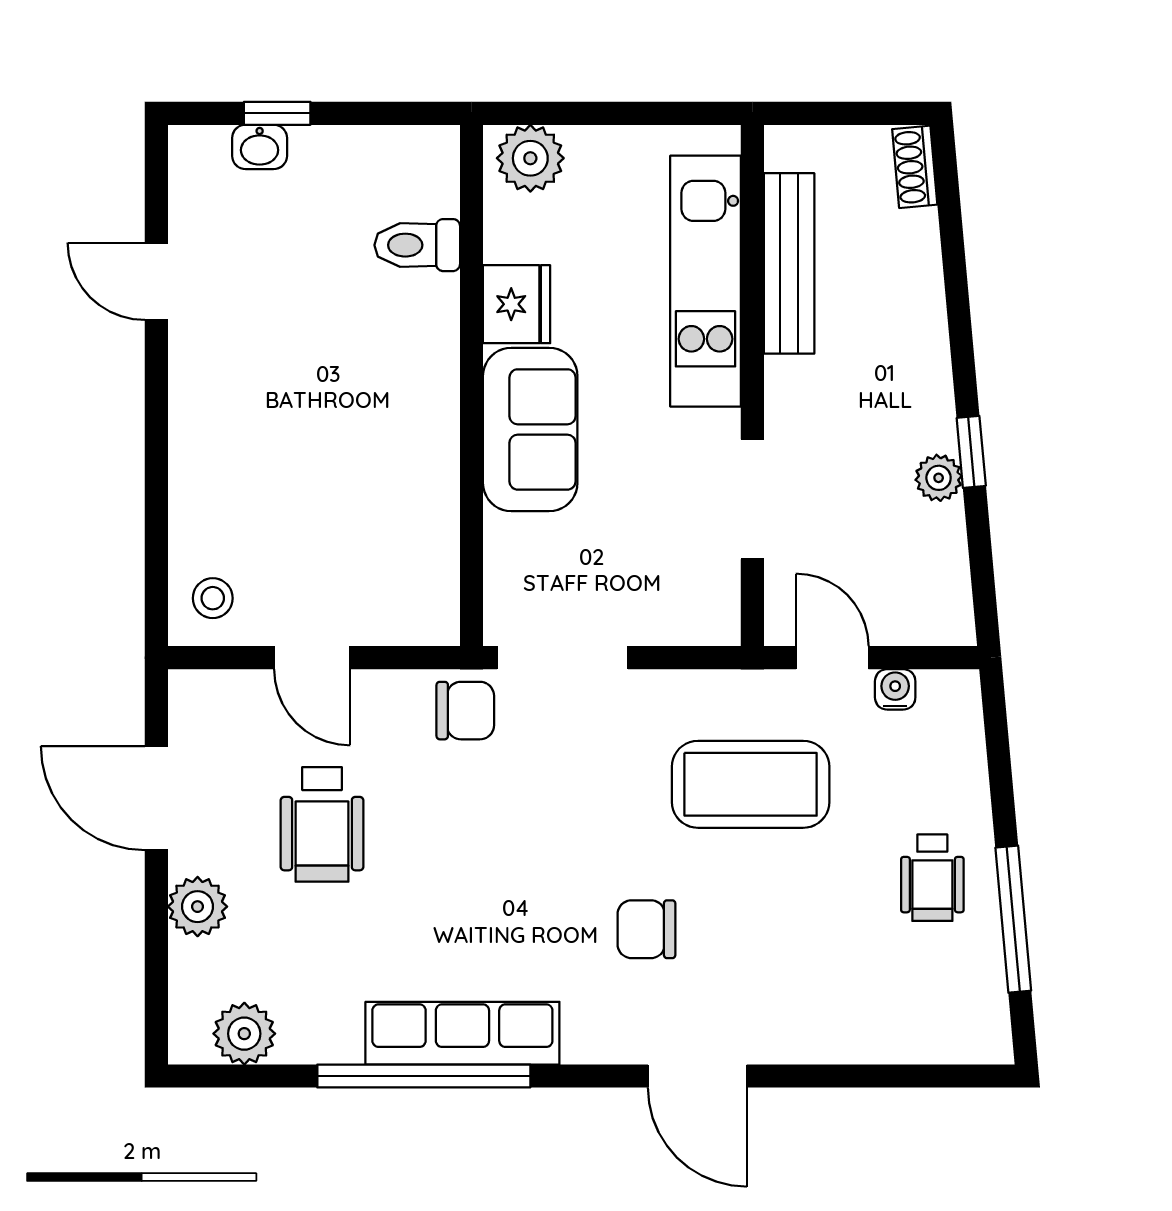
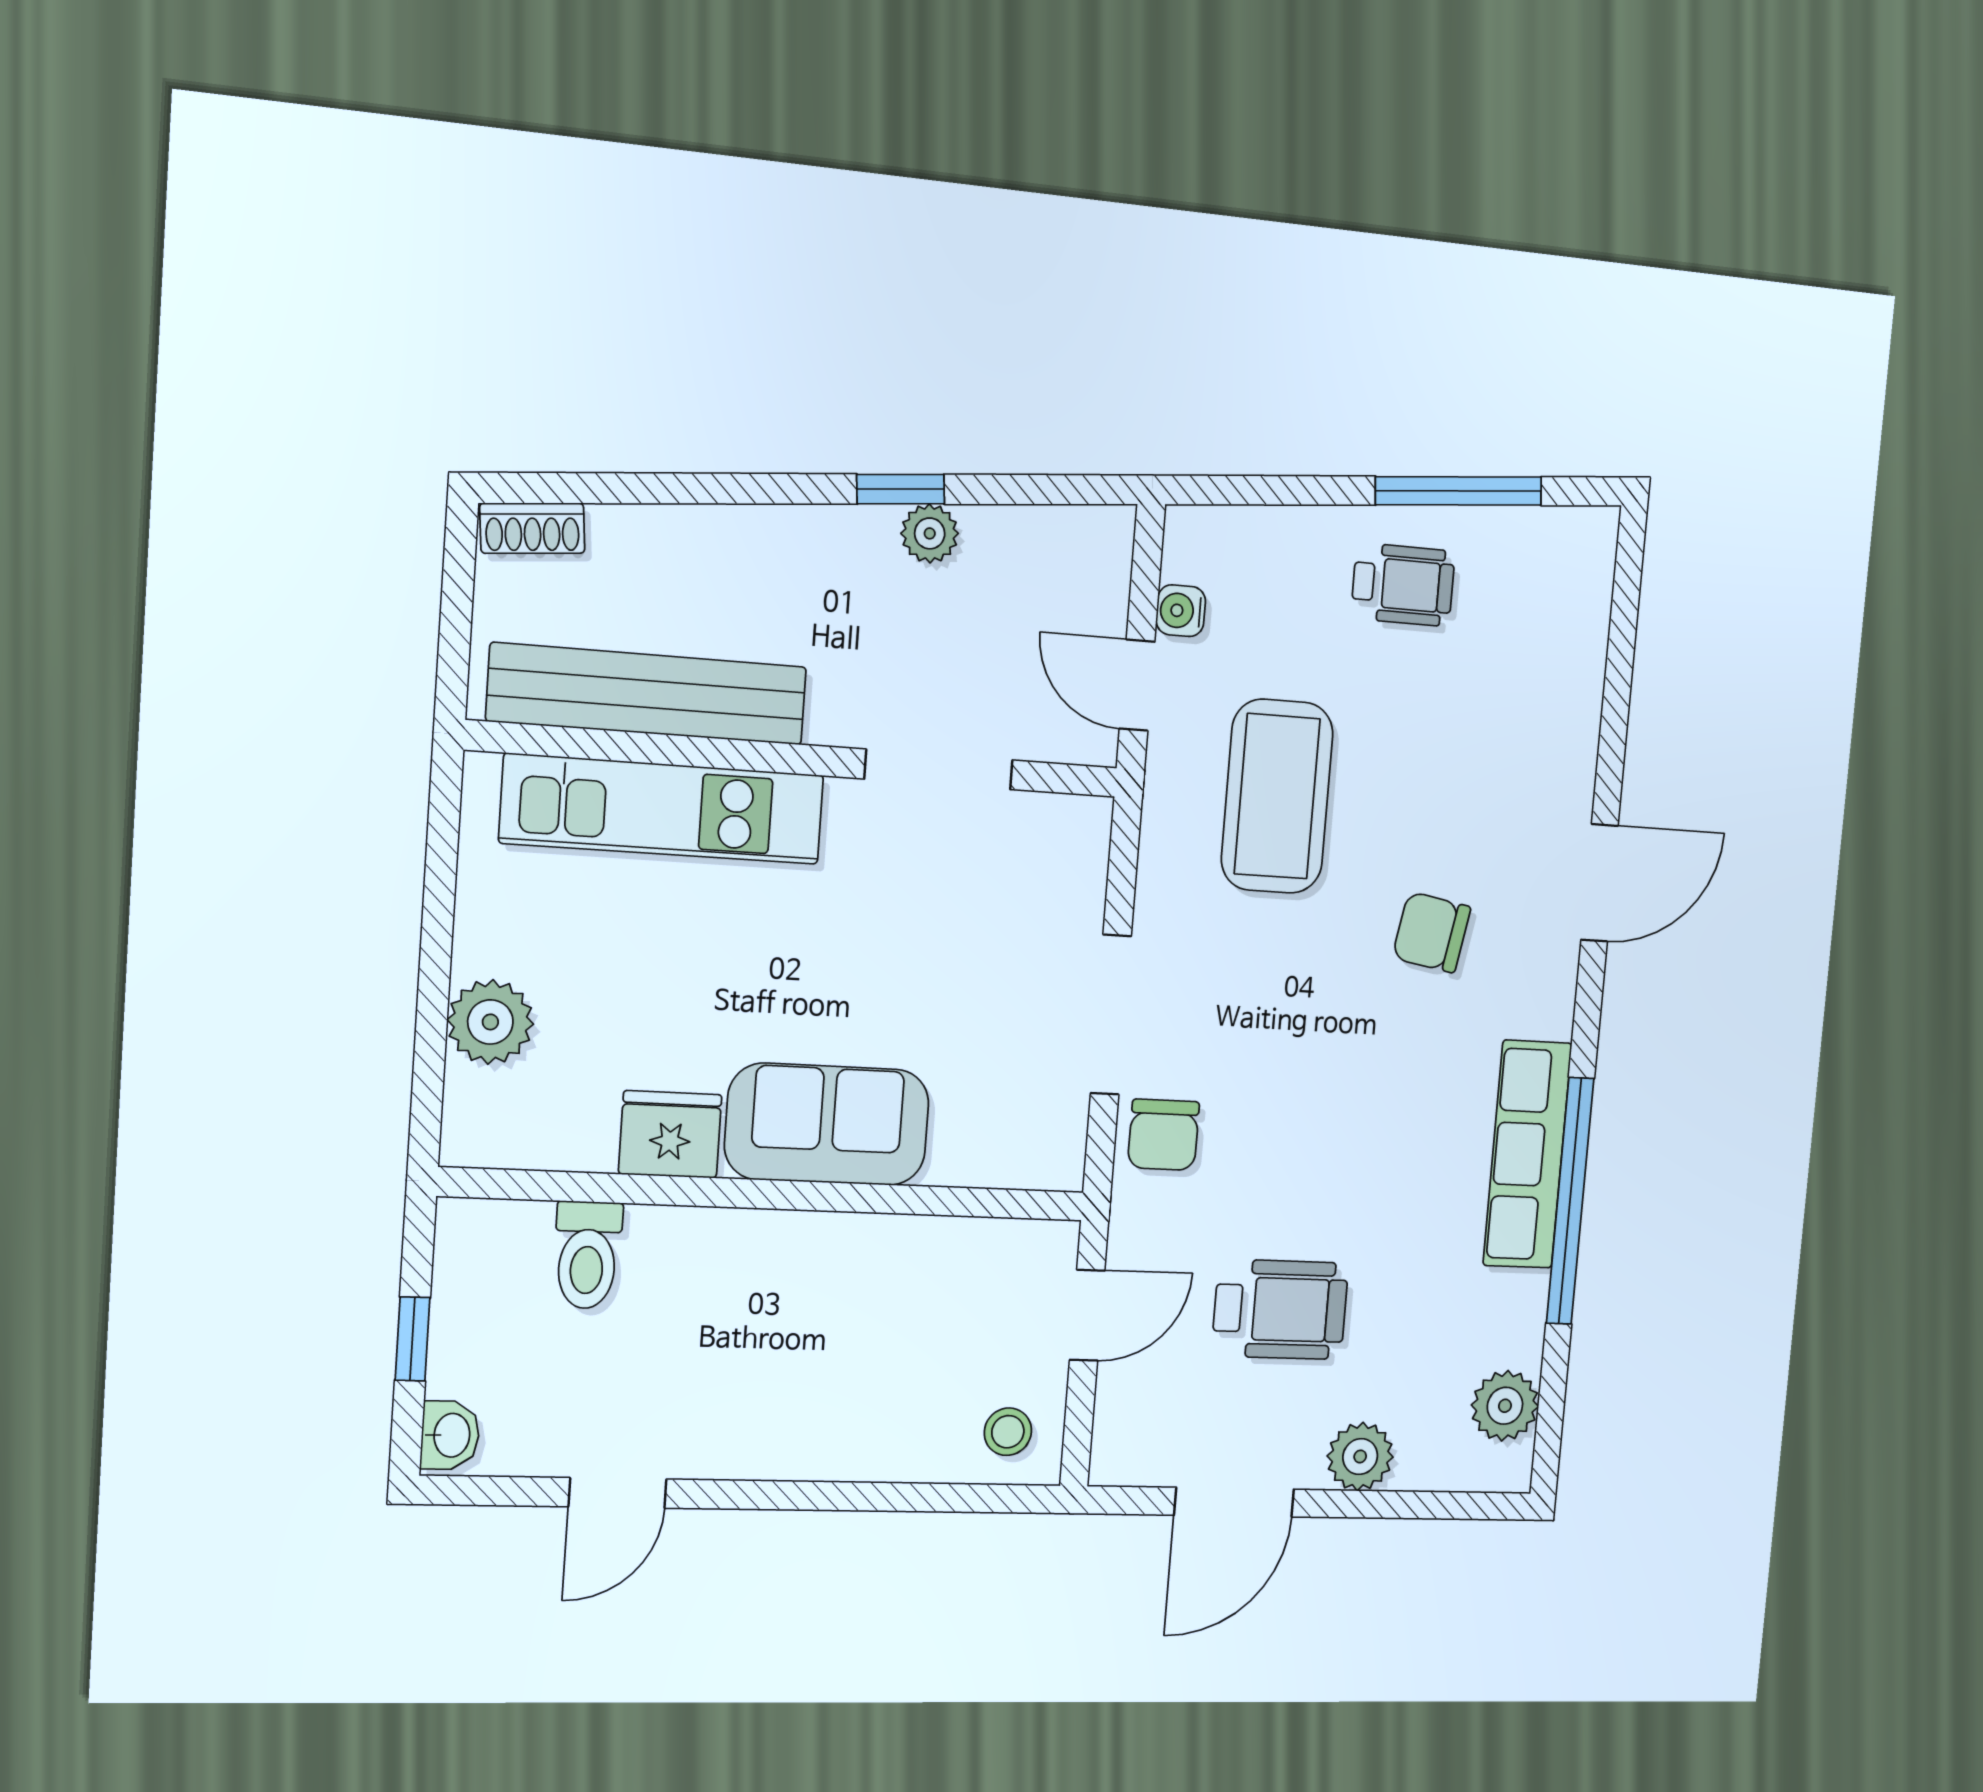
washbasin: (260, 147) -> (450, 1435), moved
toilet: (417, 245) -> (587, 1255), moved
bench: (789, 263) -> (648, 694), width x1.37, depth x1.21
fridge: (517, 304) -> (670, 1134), moved
wall: (472, 385) -> (768, 1194), moved
sofa: (530, 429) -> (827, 1124), moved
door: (832, 658) -> (1137, 685), hinge flipped
chair: (465, 711) -> (1163, 1135), turned 180
chair: (646, 929) -> (1431, 932), turned 100

